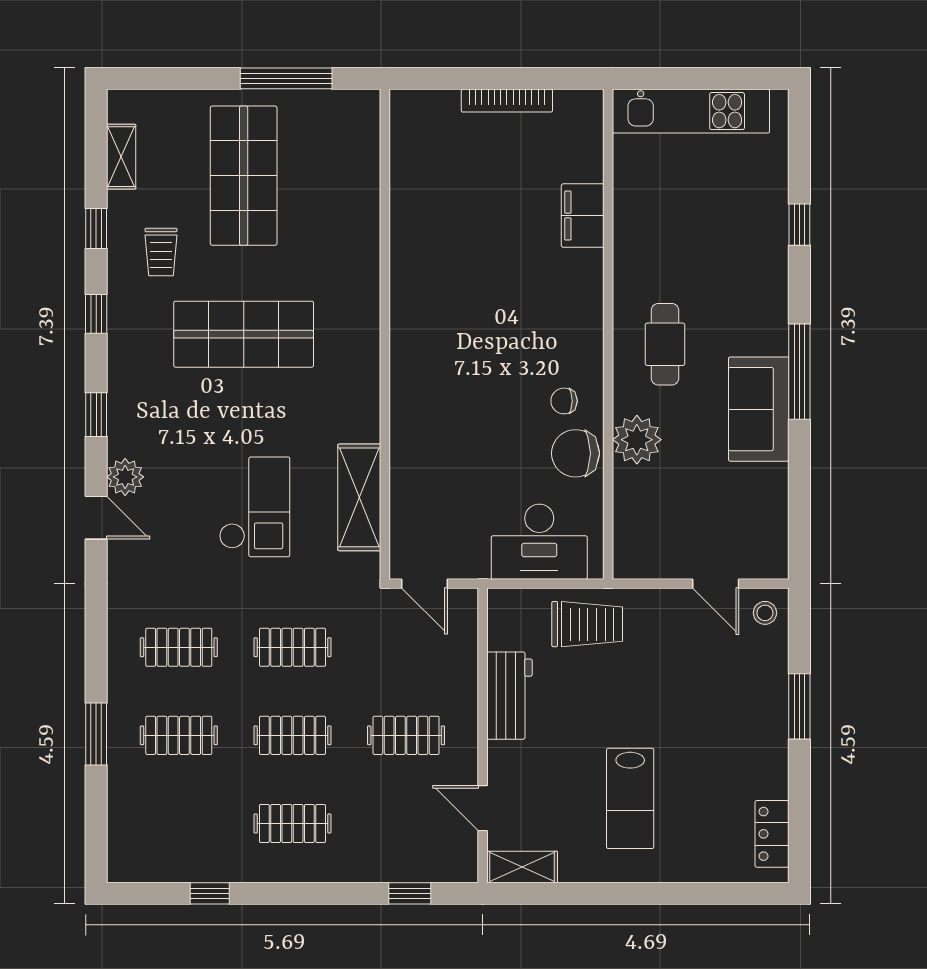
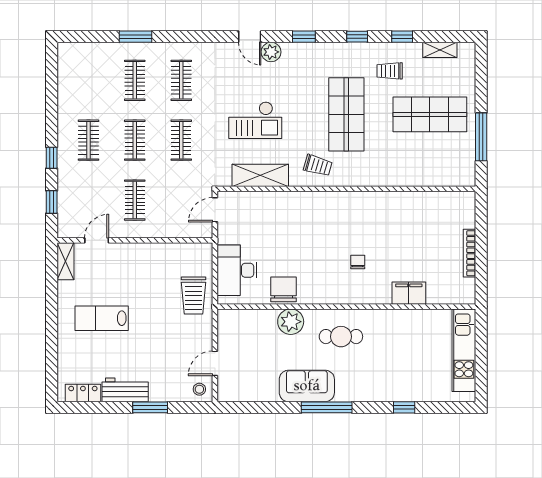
trolley: (340, 388) -> (318, 165), added
chair: (564, 401) -> (358, 262), moved
door: (96, 518) -> (250, 37), hinge flipped
workbench: (509, 696) -> (125, 390), moved, turned 180
window: (210, 893) -> (52, 158), moved

